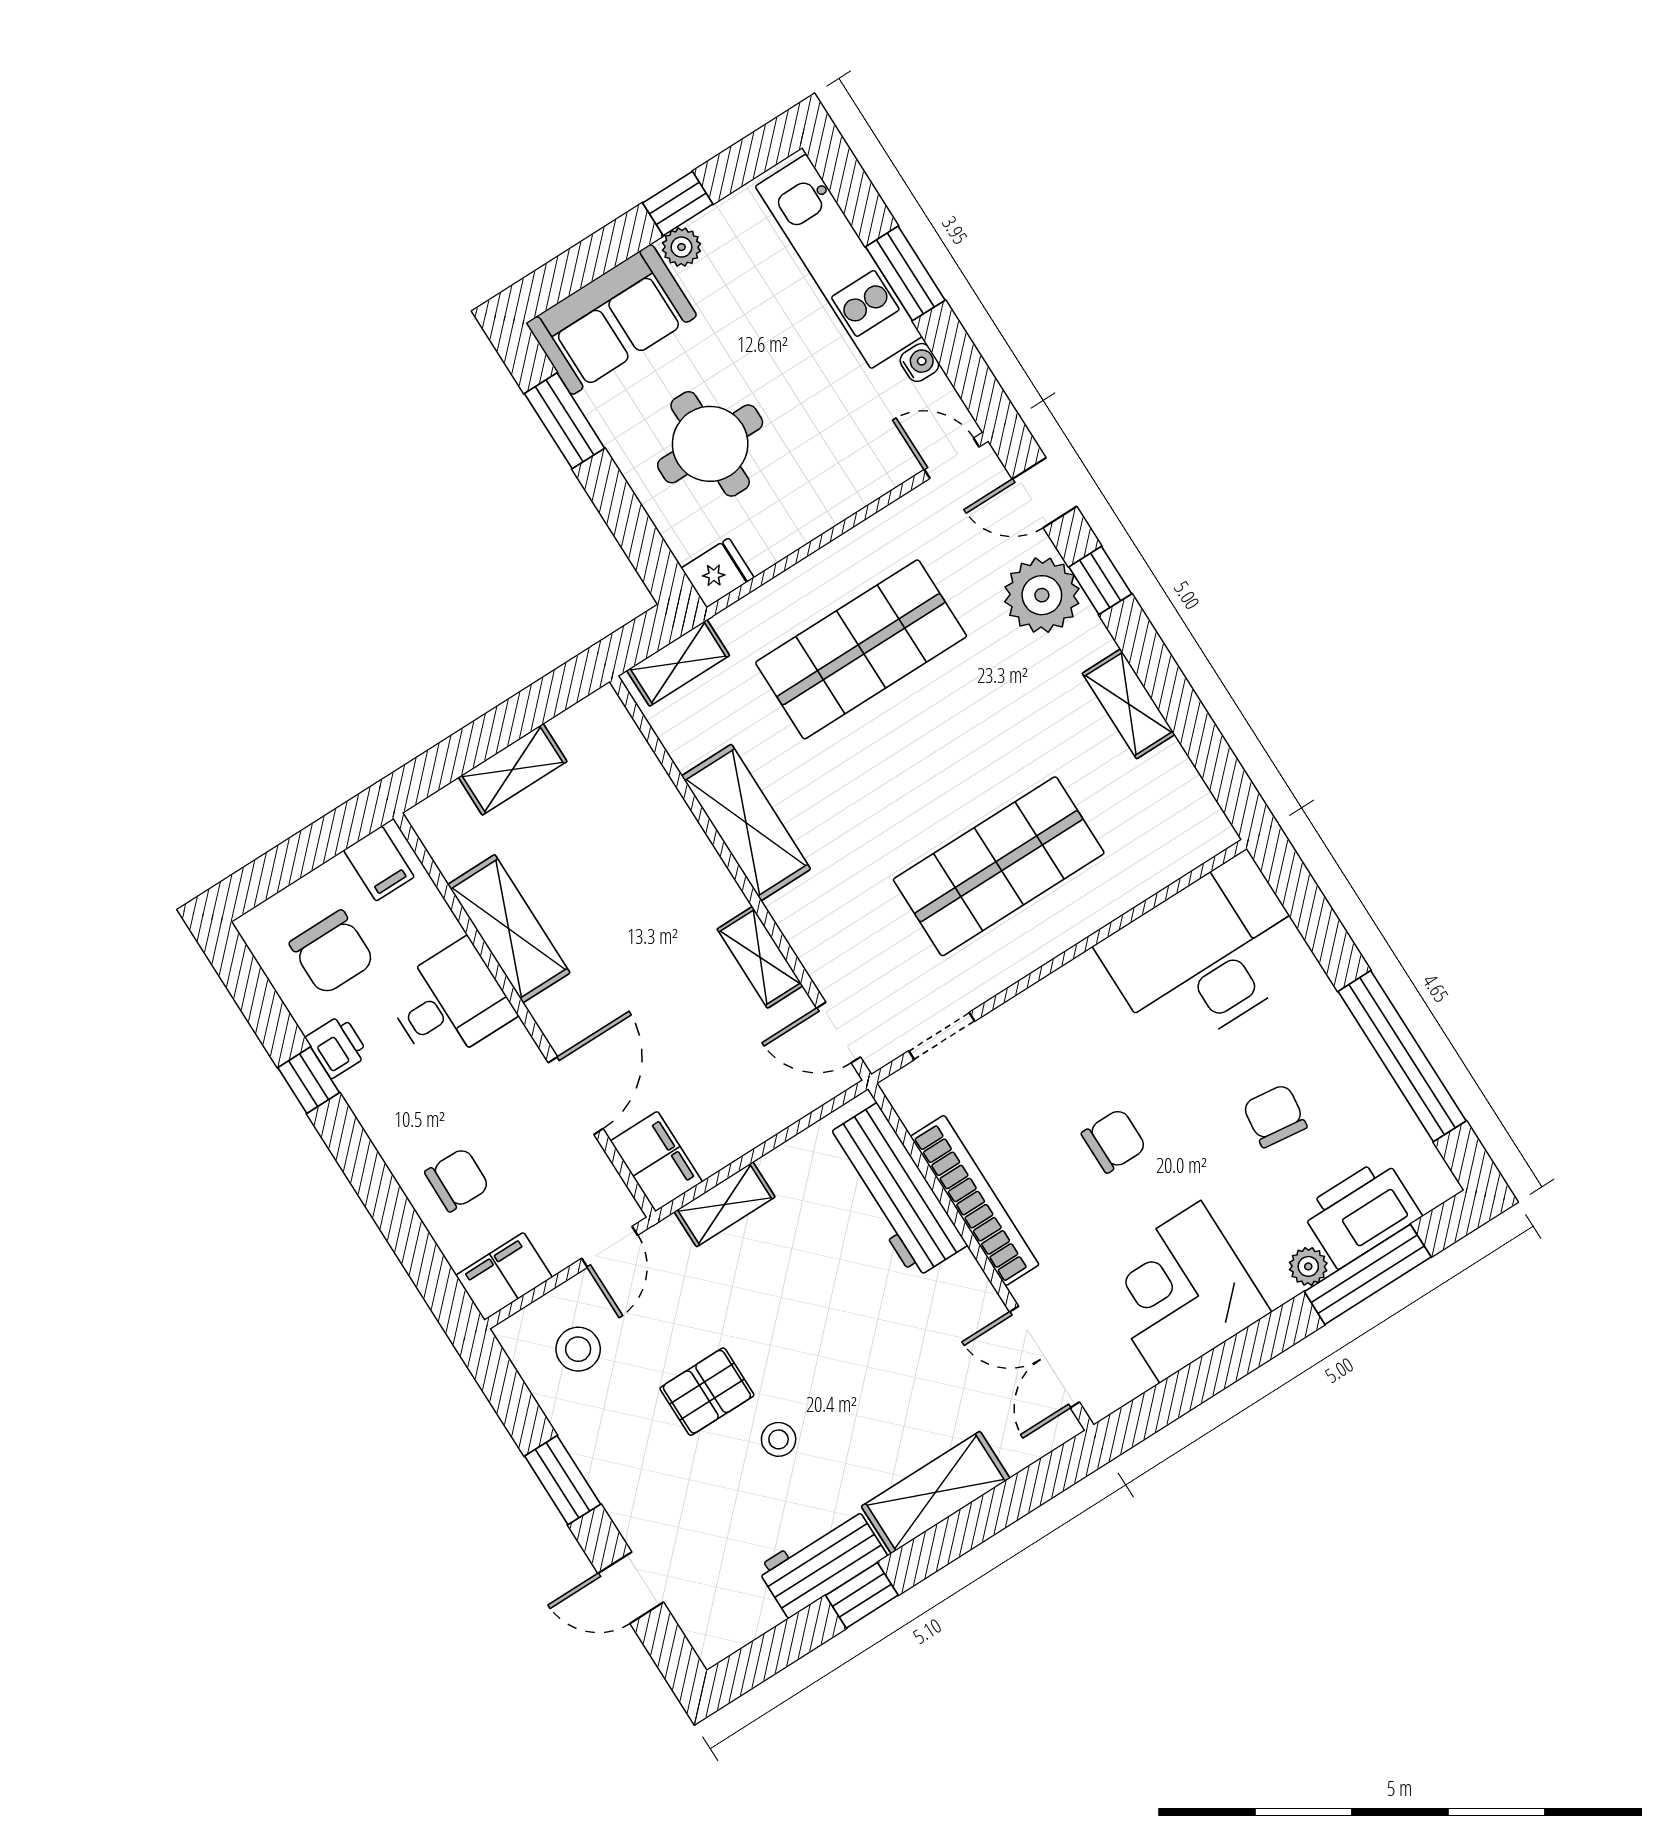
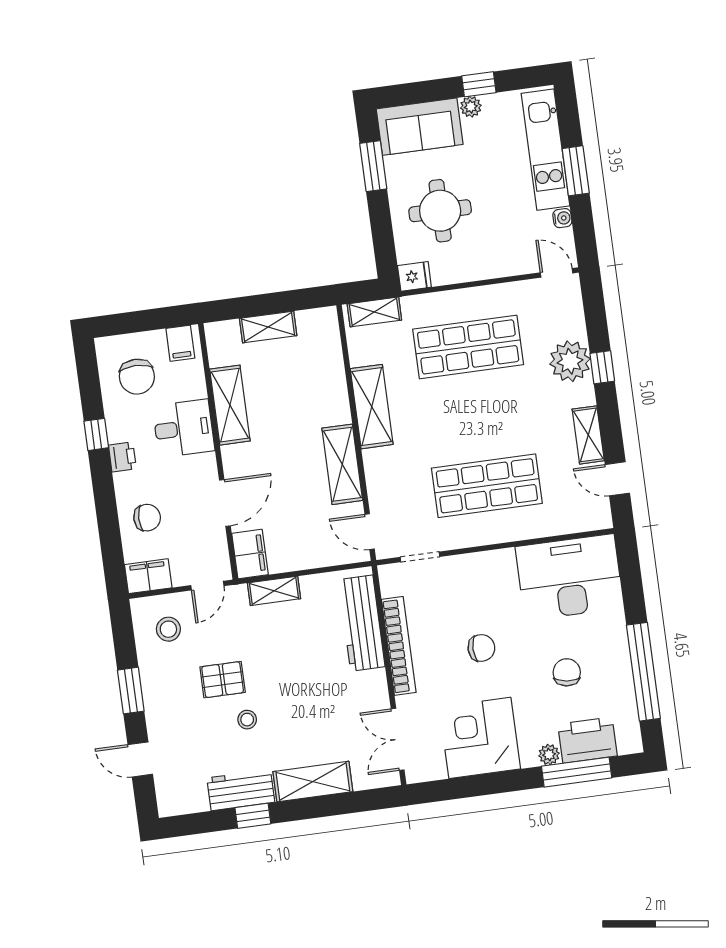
door: (1045, 493) -> (617, 479), moved
shelving: (760, 957) -> (342, 464), width x1.50, depth x1.33
printer: (337, 1046) -> (122, 457), moved

